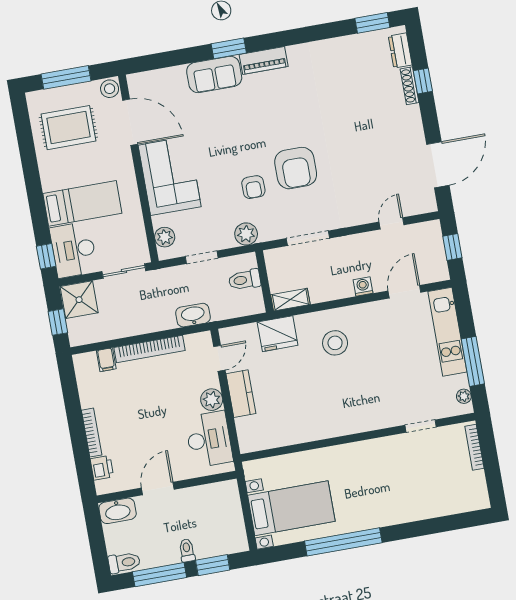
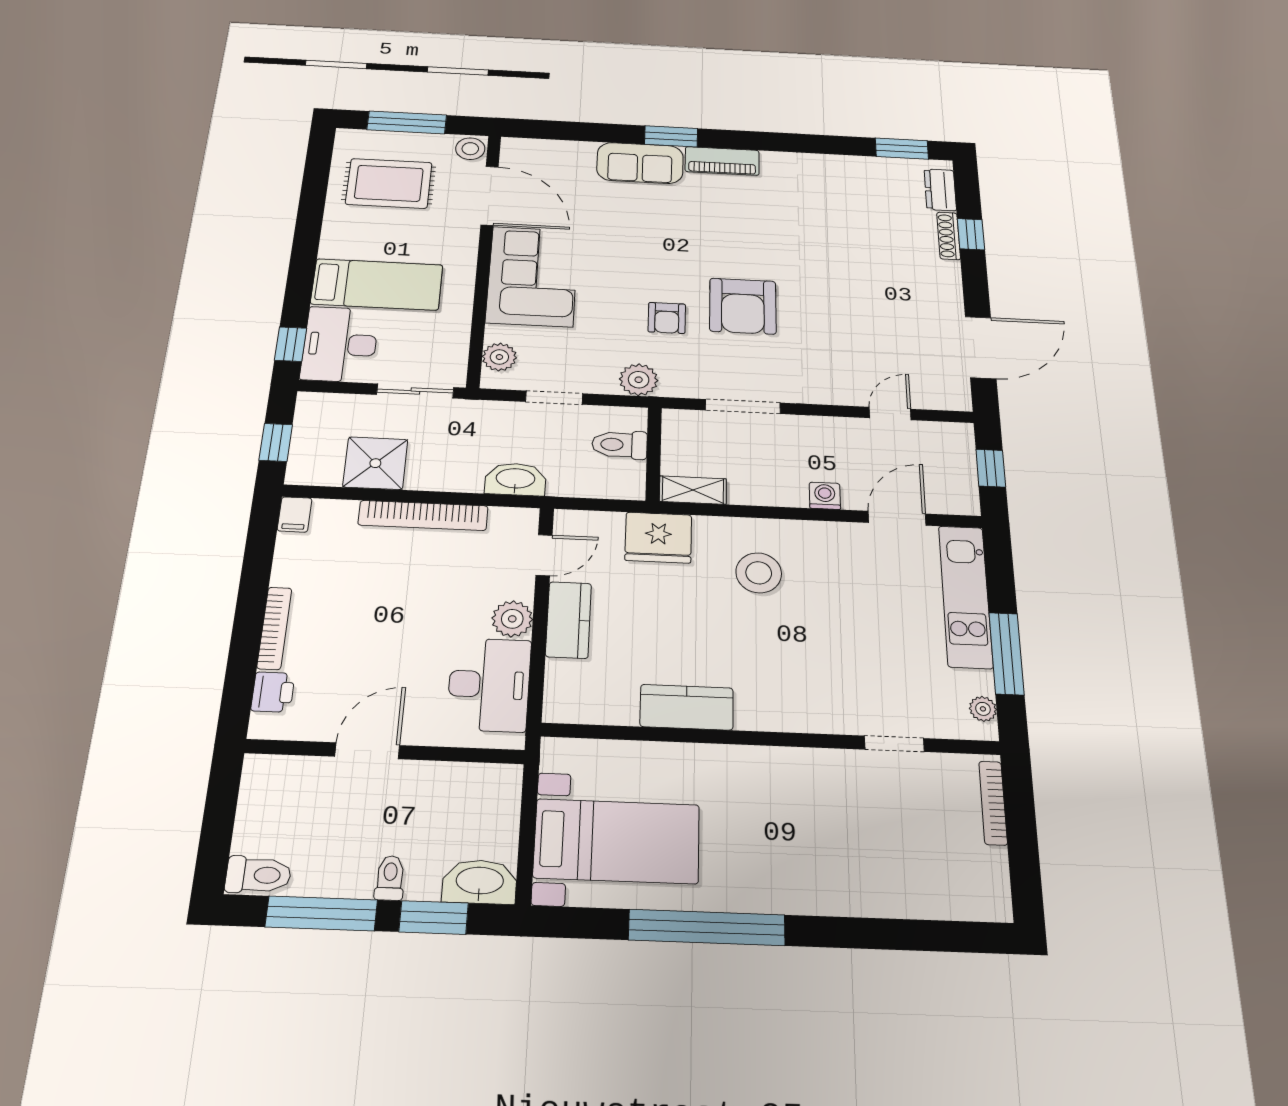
shower: (79, 300) -> (375, 463), moved
filing cabinet: (106, 360) -> (295, 514), moved
kitchen counter: (312, 429) -> (687, 707), added
washbasin: (118, 511) -> (480, 882), moved, turned 180

